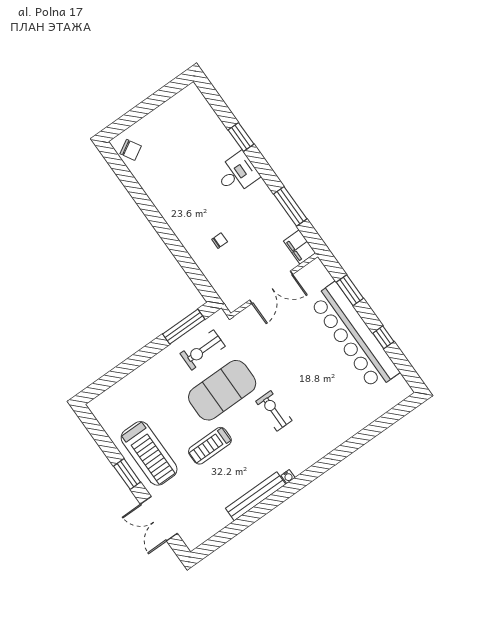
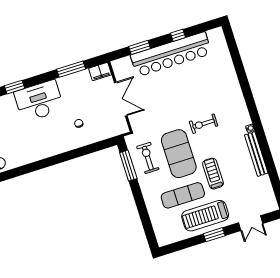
desk: (237, 174) -> (39, 101), width x1.87, depth x1.30
exercise bike: (203, 350) -> (148, 158), turned 180
exercise mat: (167, 414) -> (183, 195), added
treadmill: (210, 446) -> (213, 174), turned 180
treadmill: (149, 453) -> (205, 216), turned 180
double door: (159, 519) -> (251, 223), width x0.73

